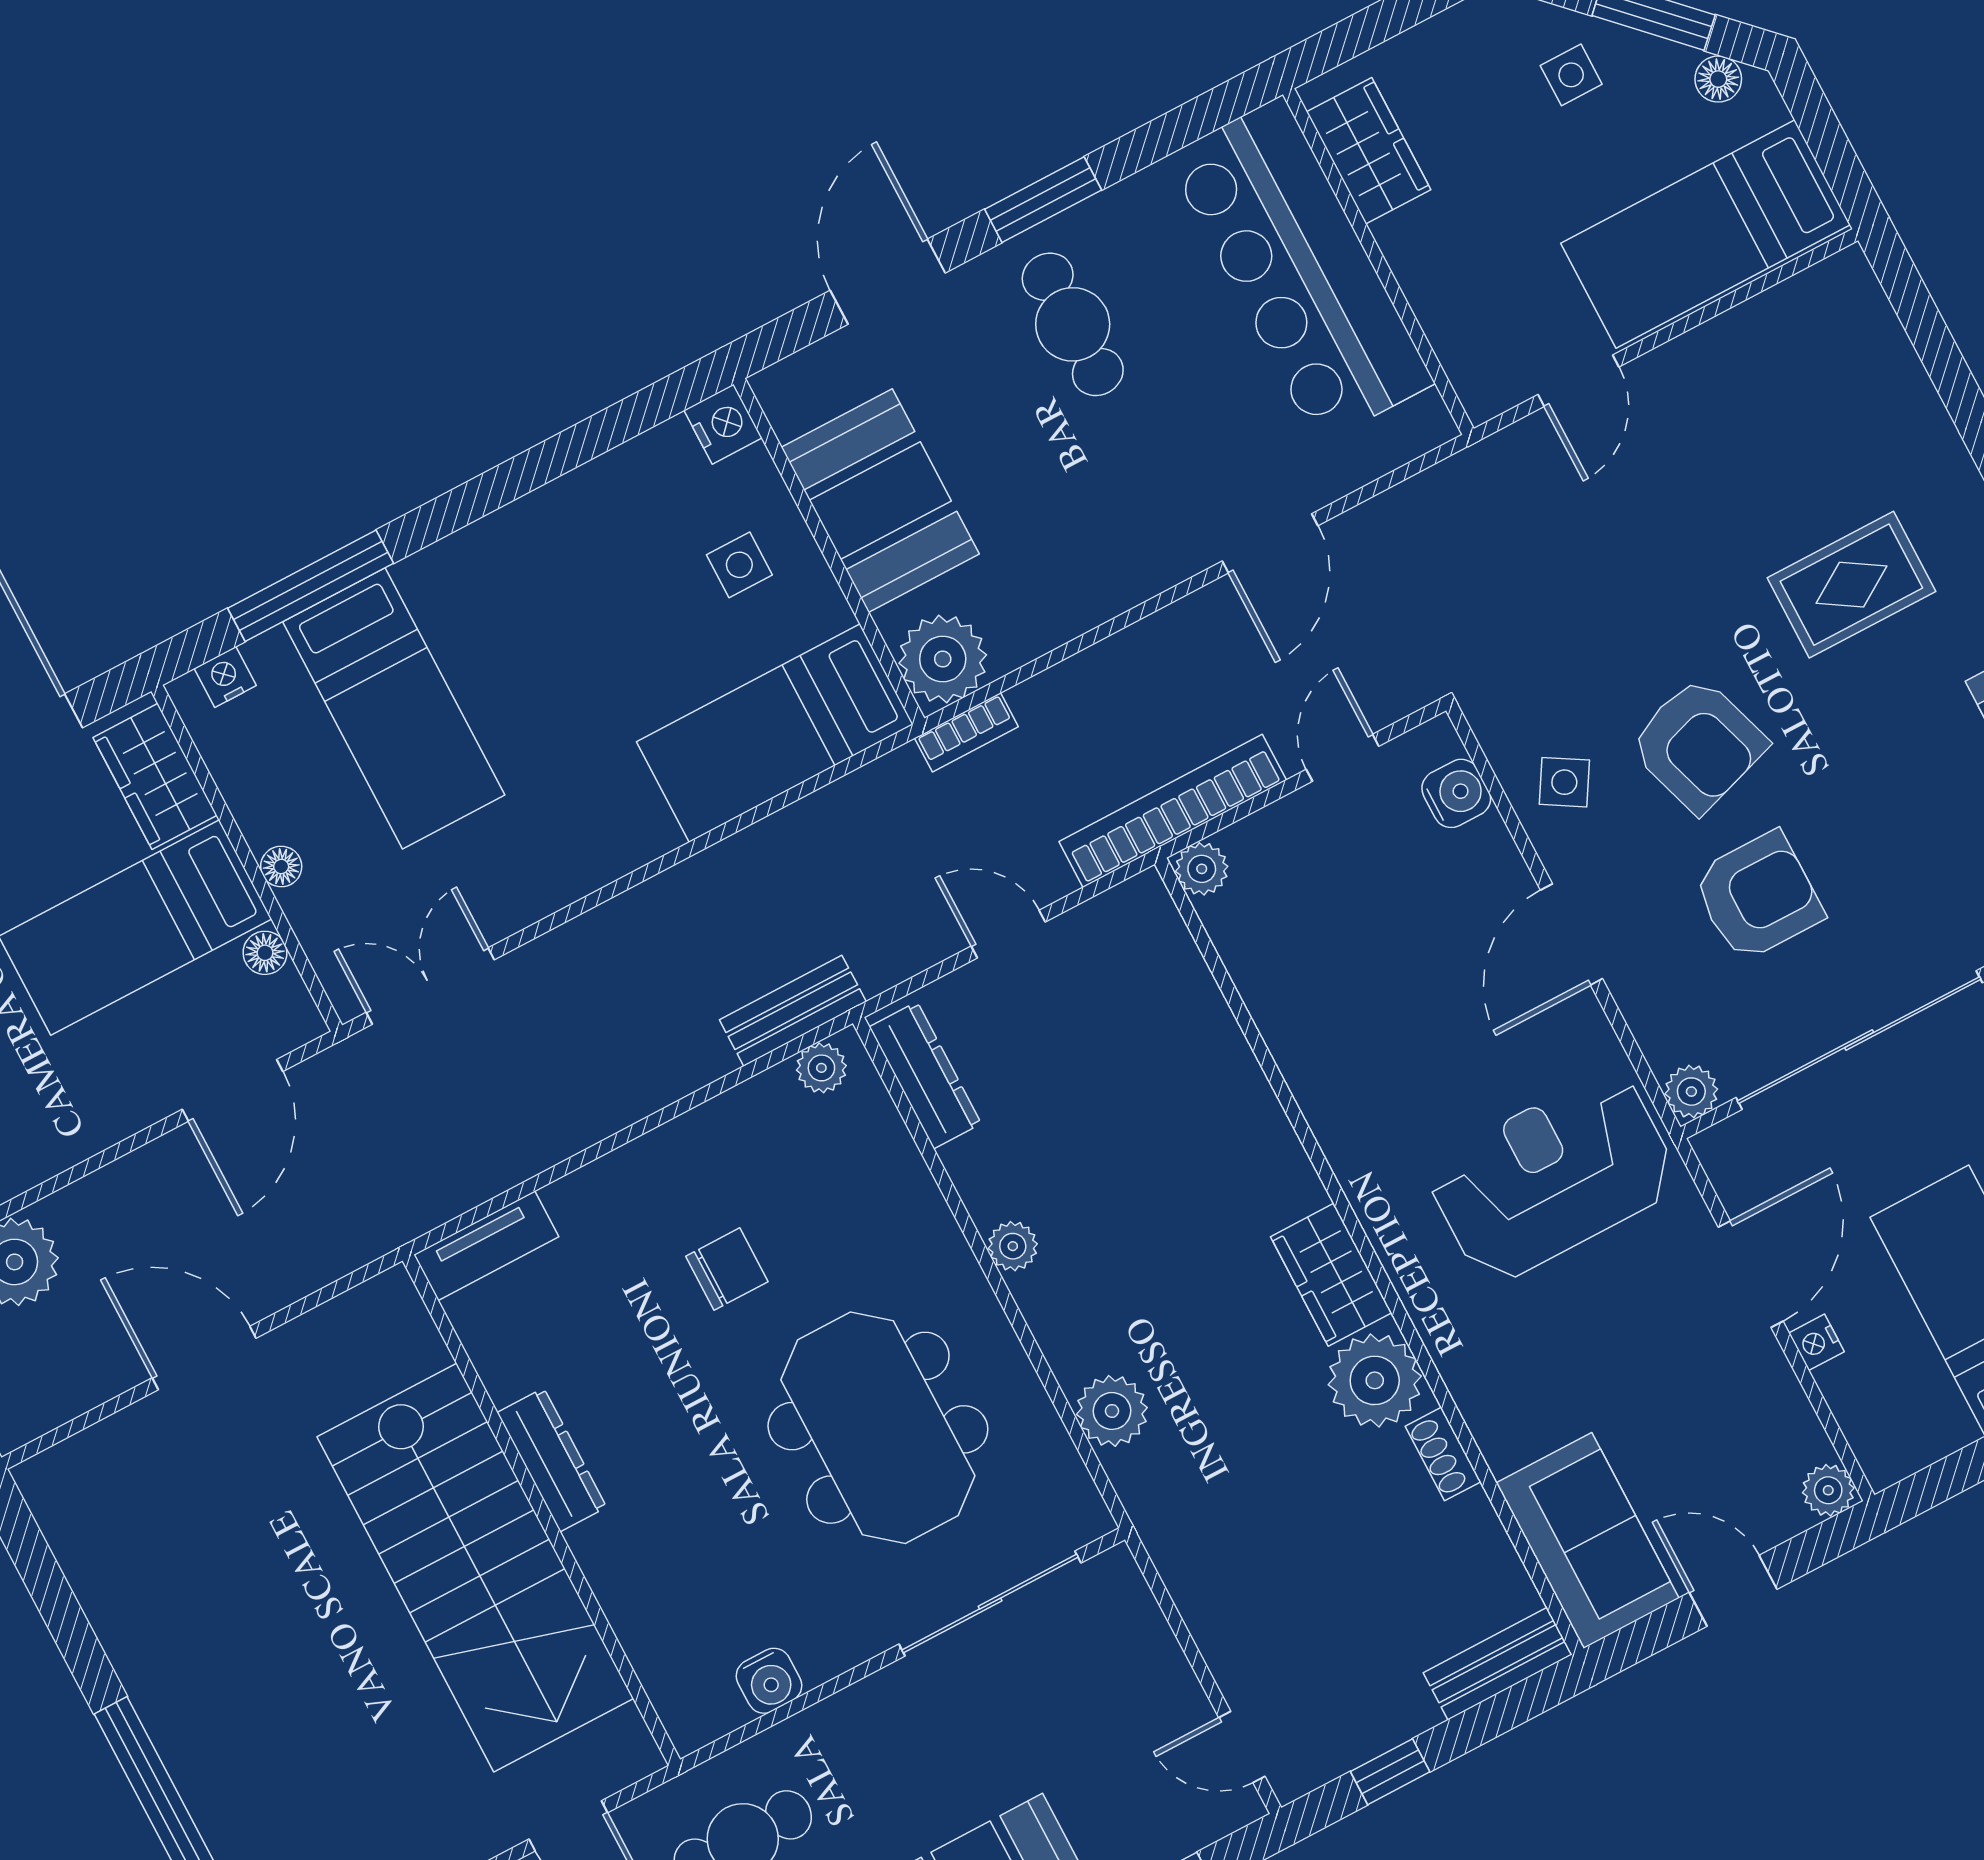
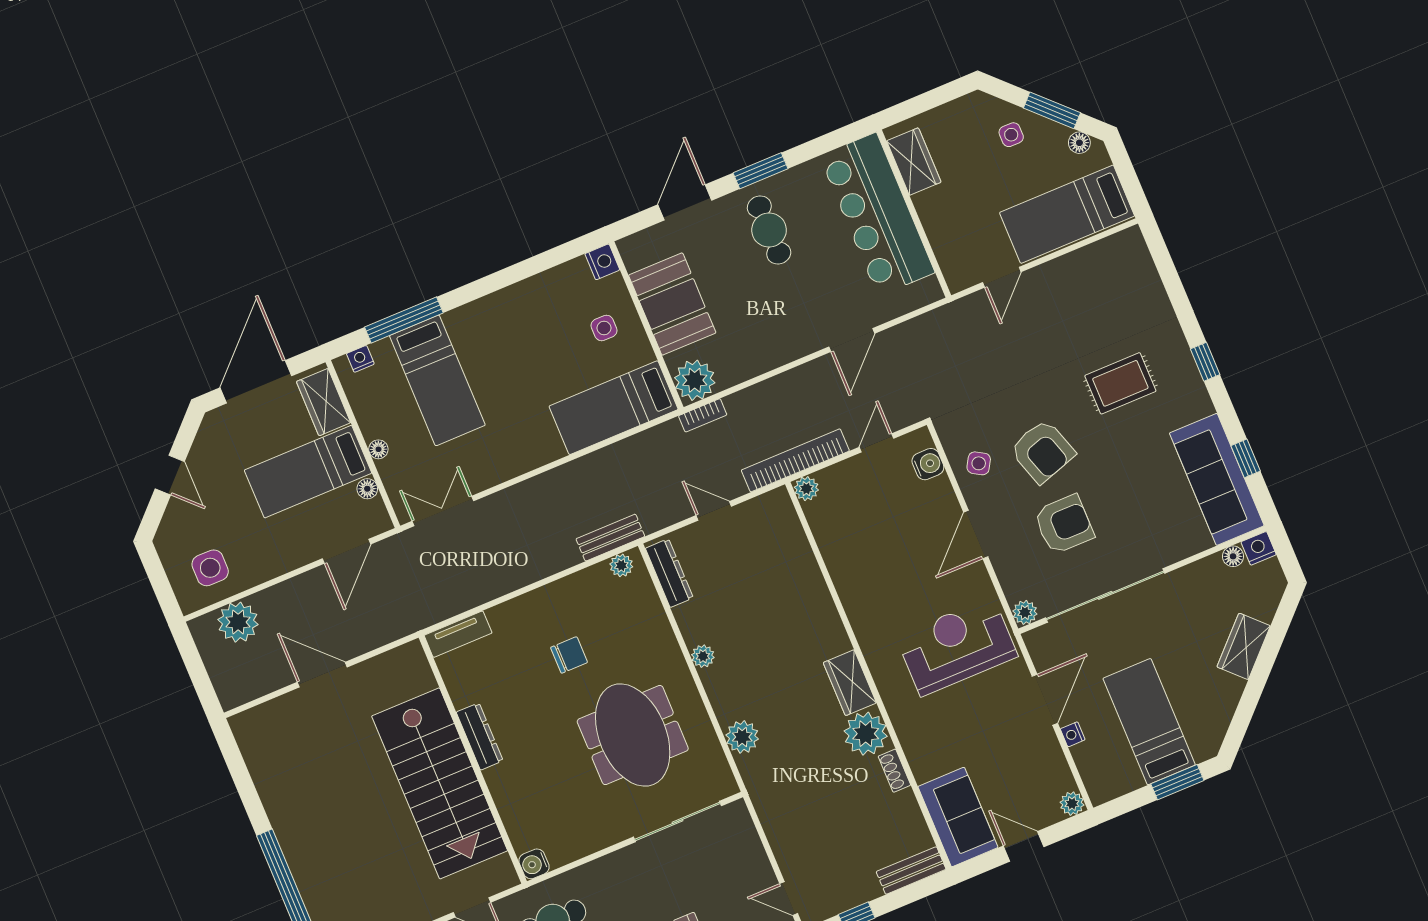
water cooler: (769, 1681) -> (534, 864), moved, turned 90

